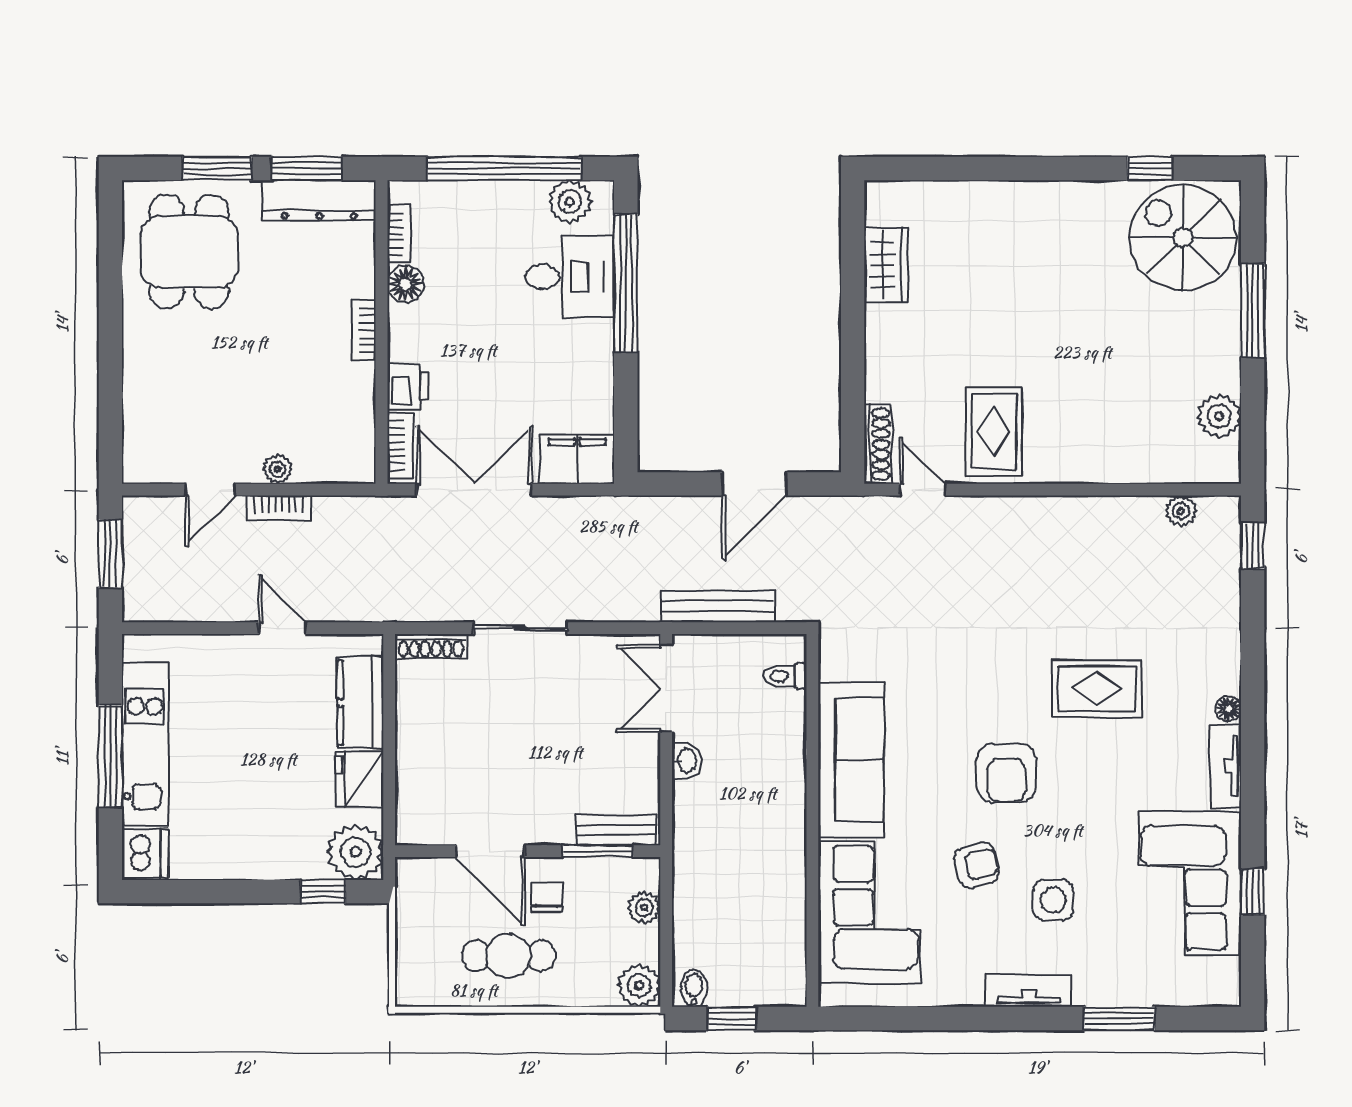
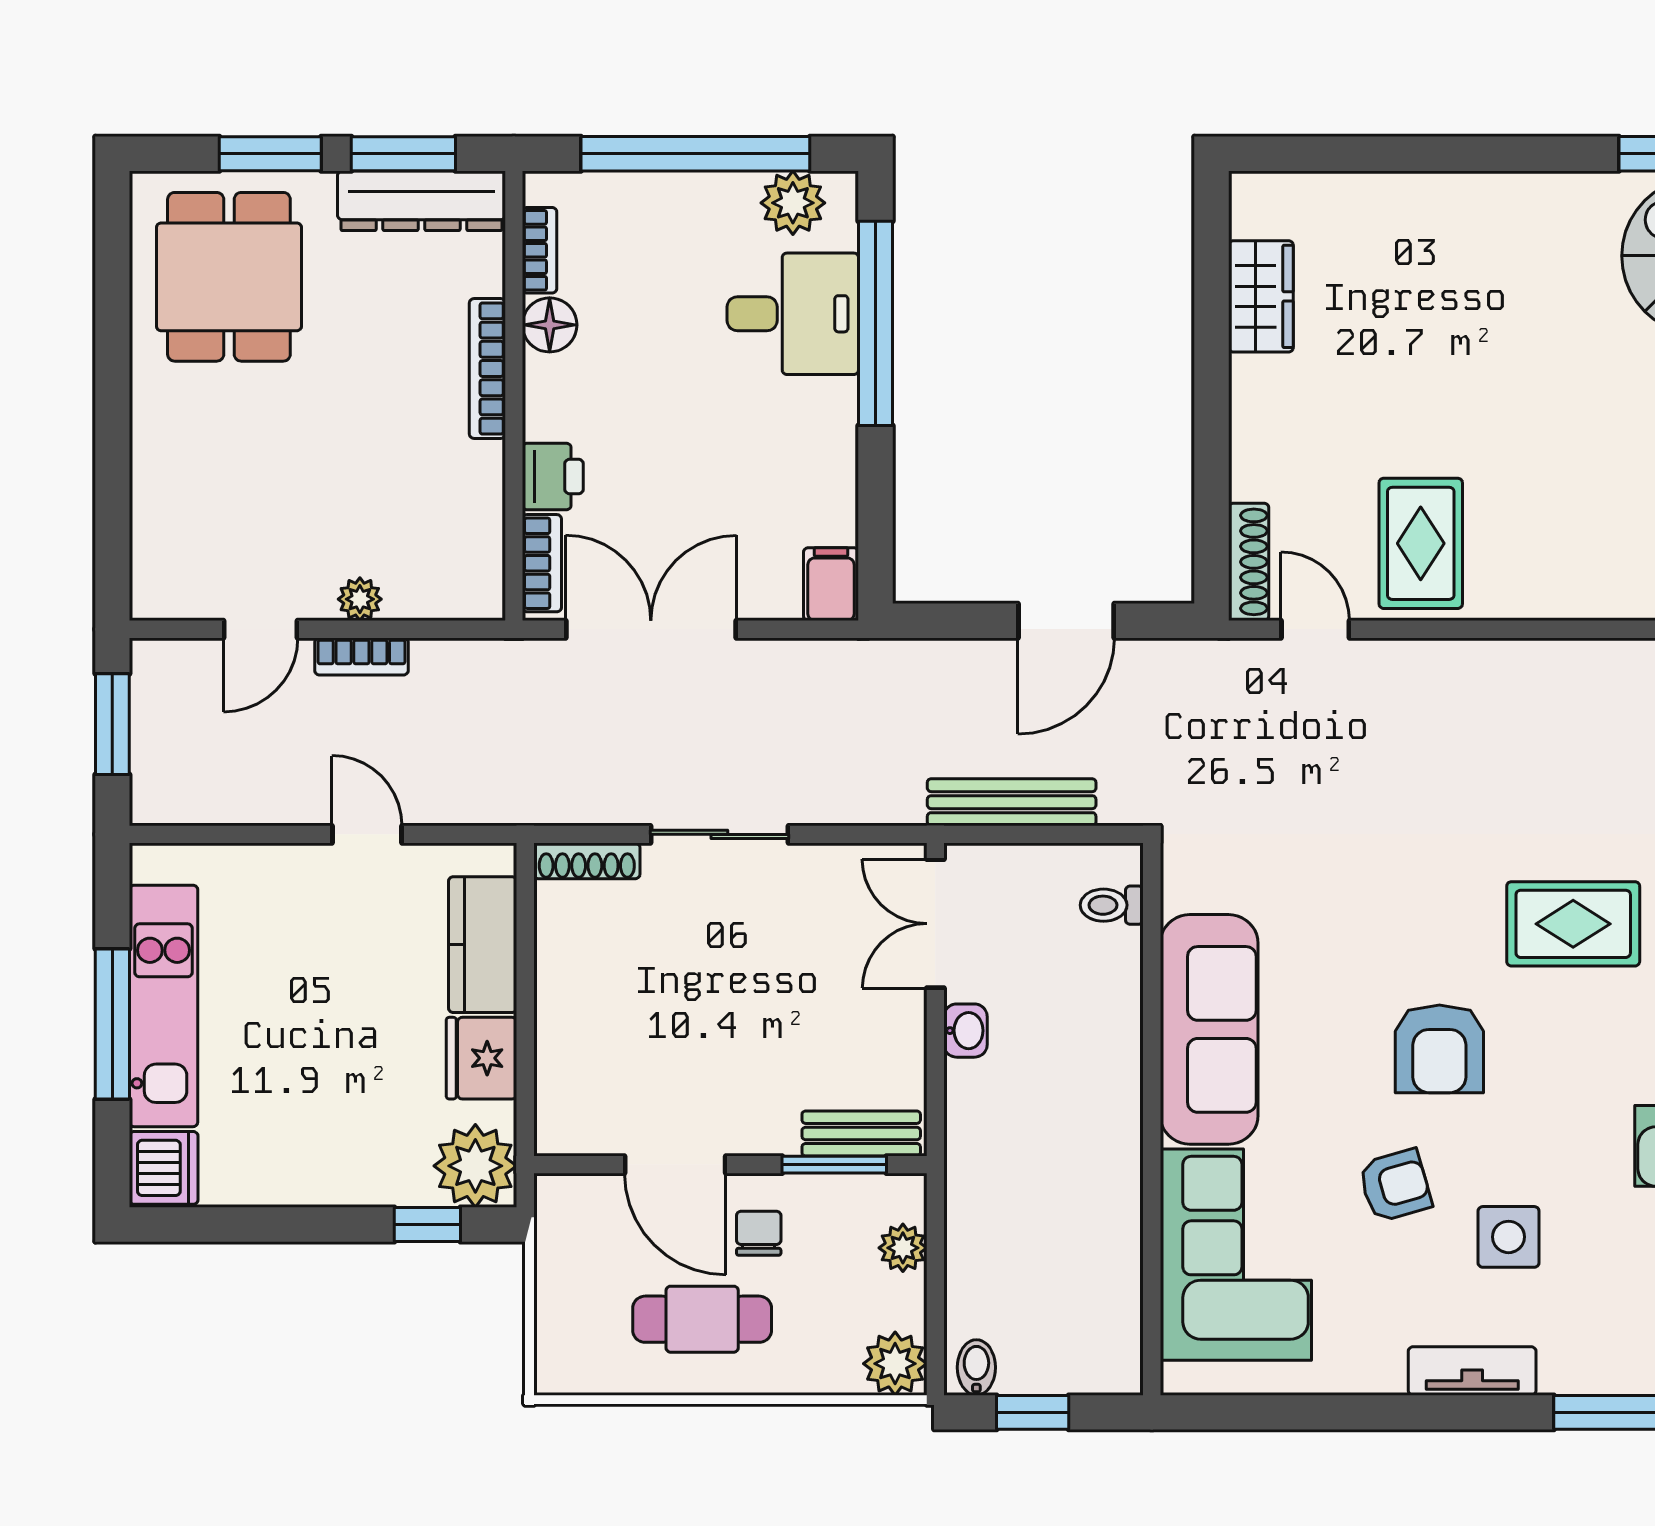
bookcase: (364, 331) -> (487, 368), width x1.56
filing cabinet: (577, 459) -> (831, 584), width x0.50

